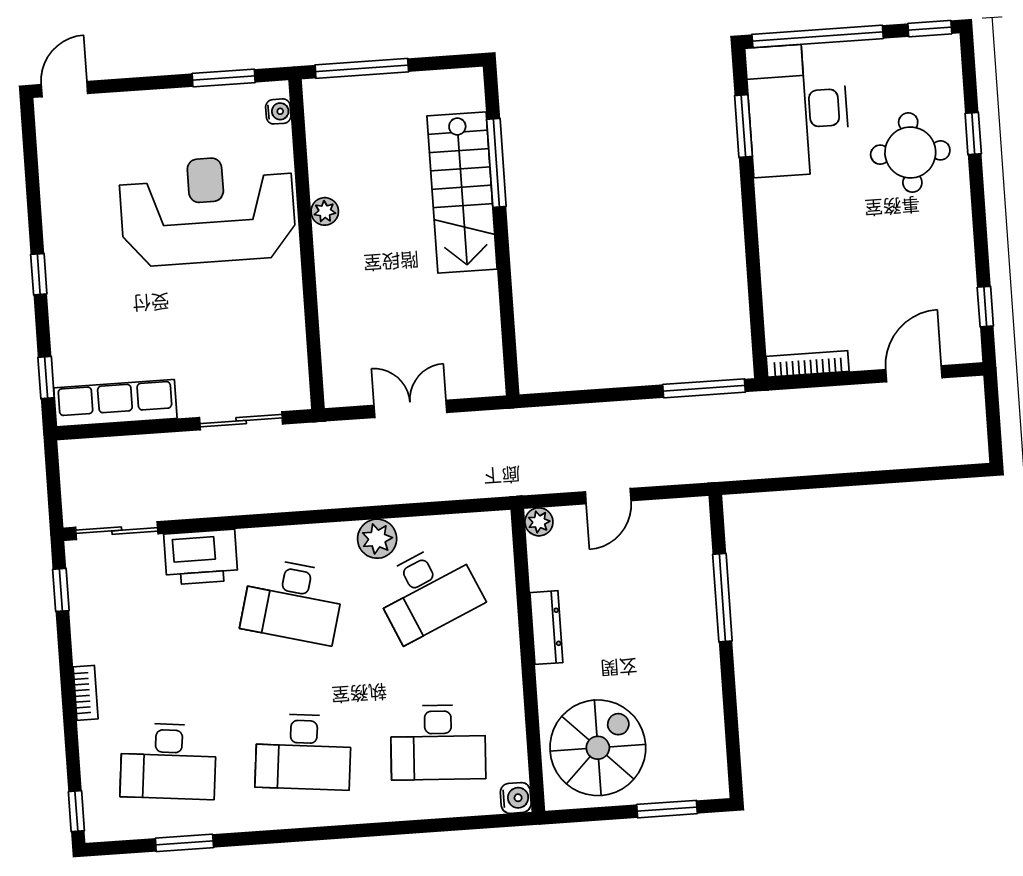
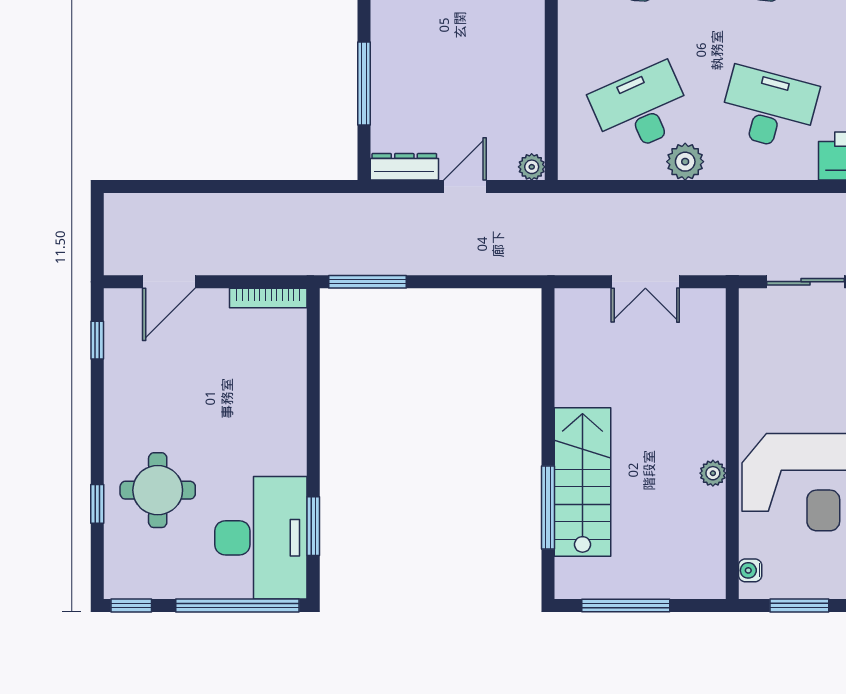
window: (362, 68) -> (626, 606), moved
dresser: (546, 628) -> (404, 167), moved, turned 90

